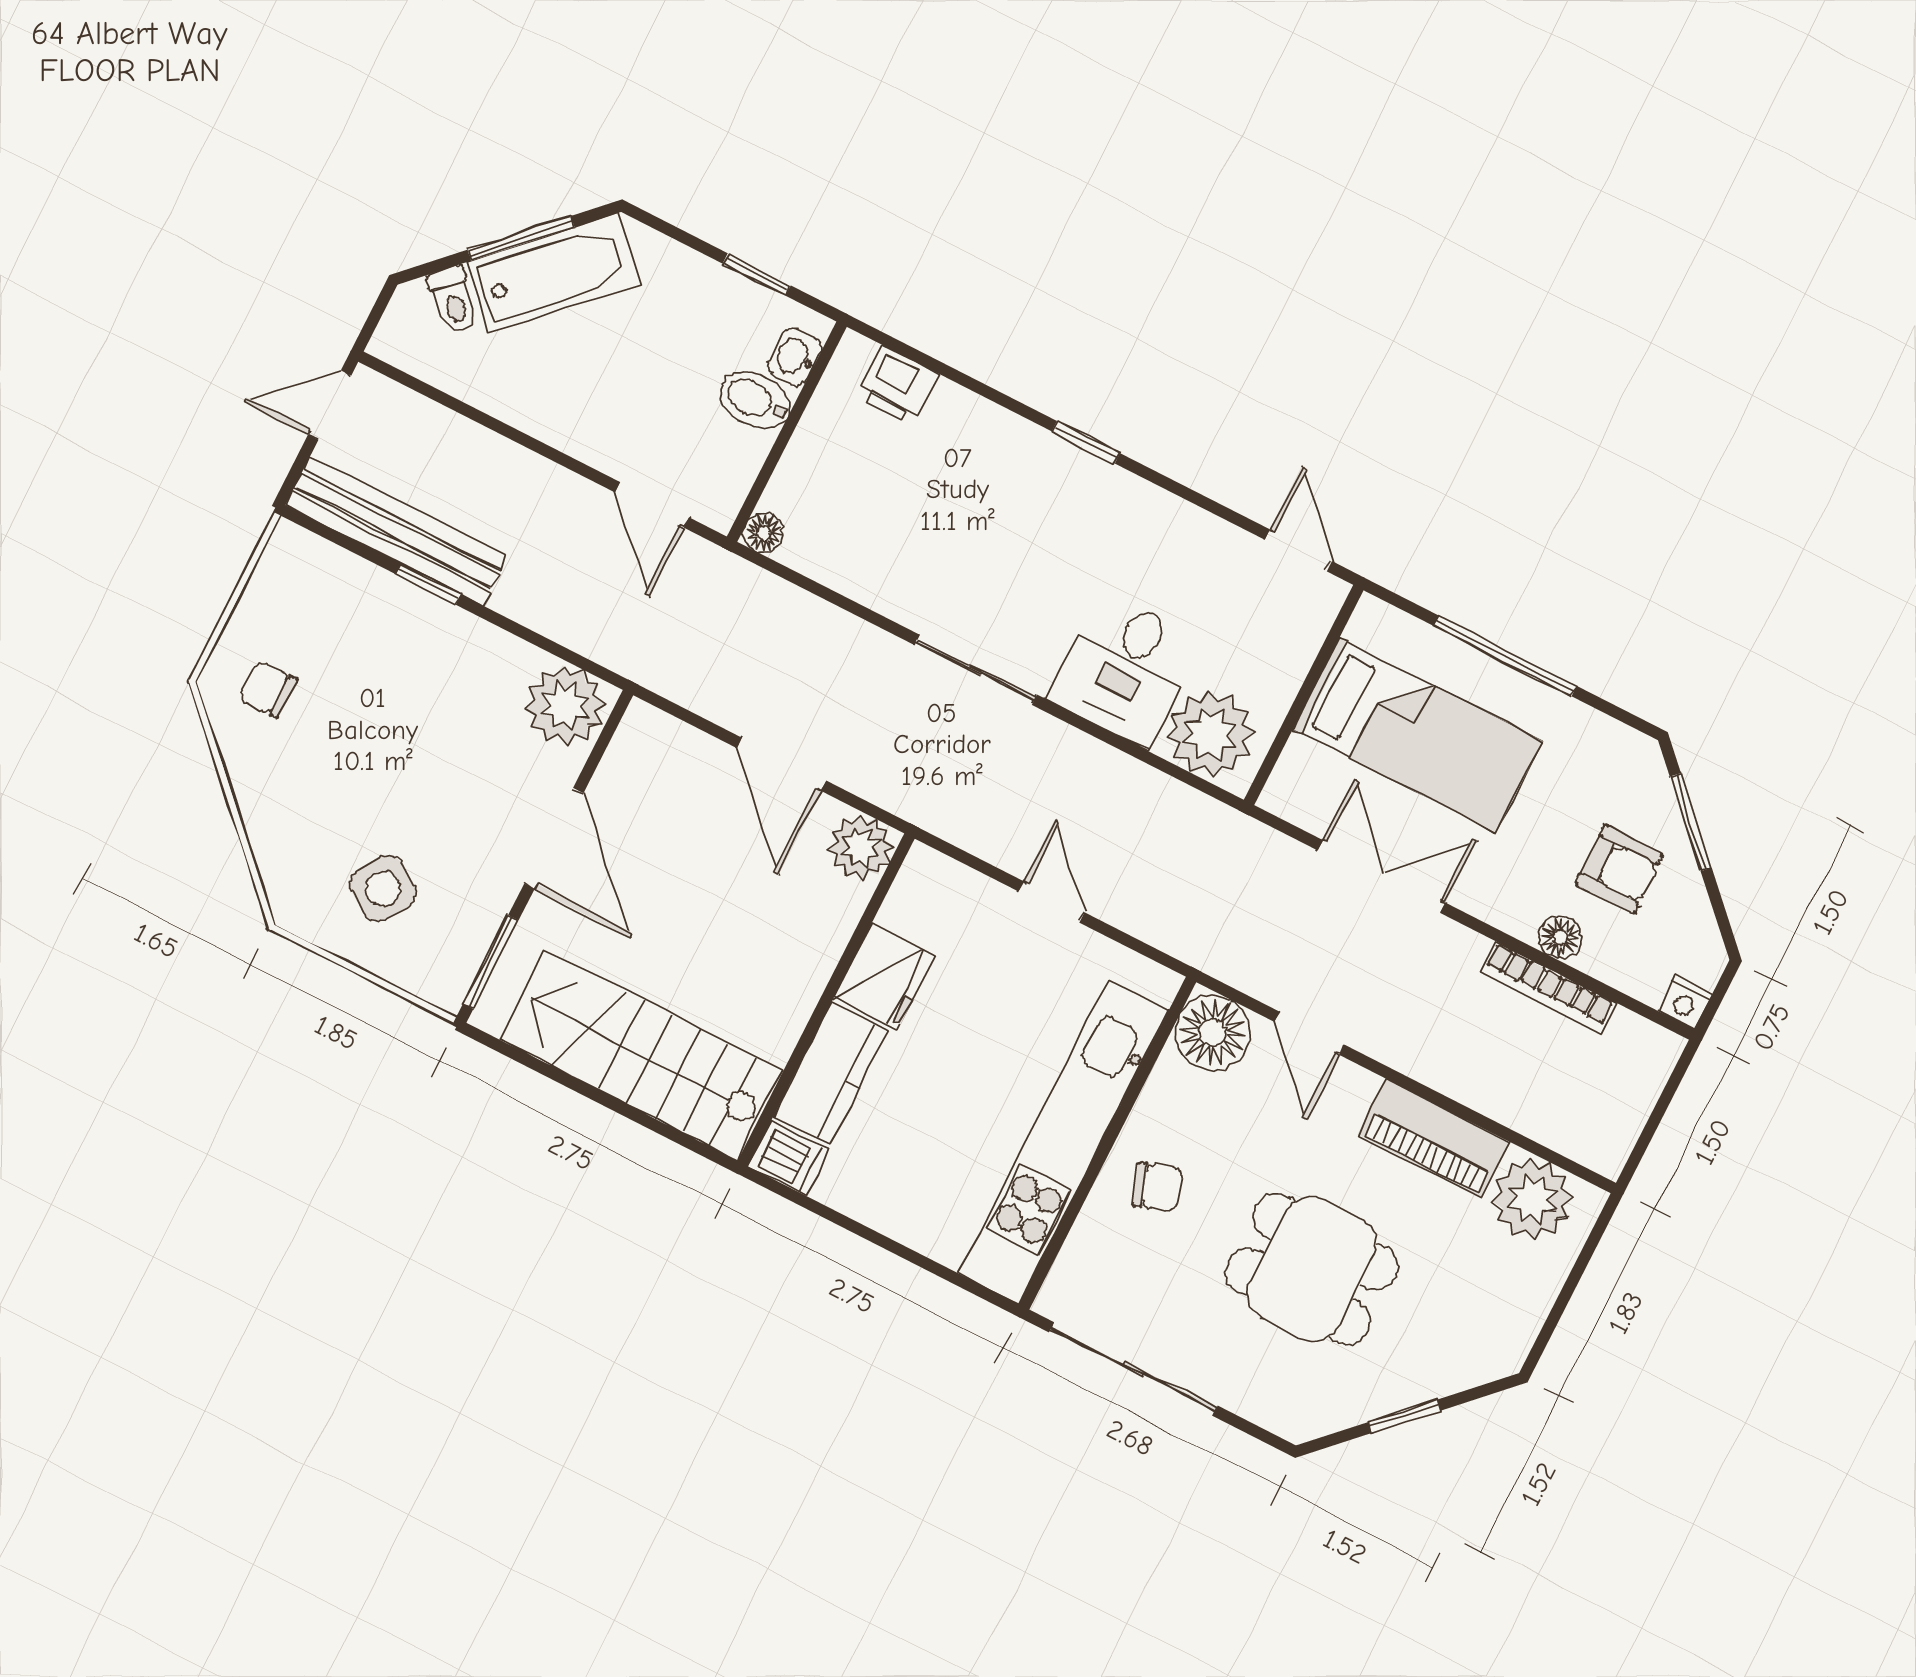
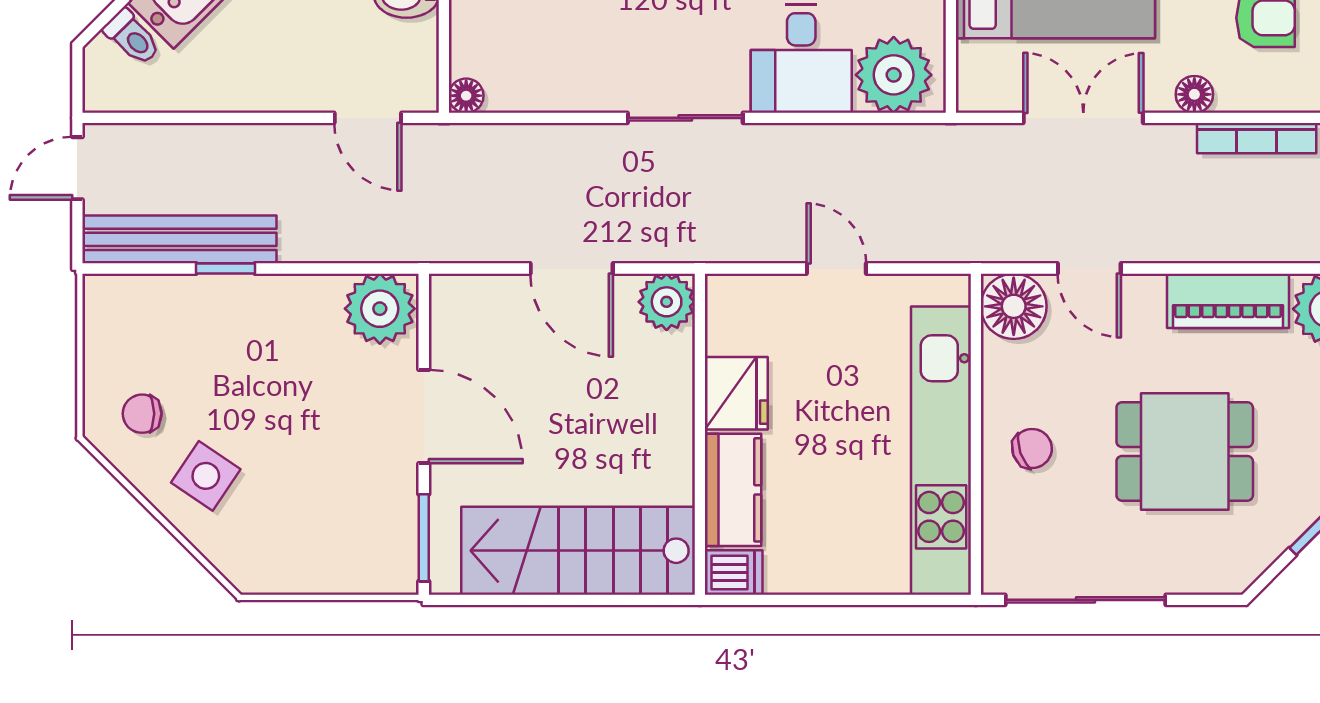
side table: (383, 889) -> (206, 476), moved
floor lamp: (1560, 937) -> (1194, 94), moved

